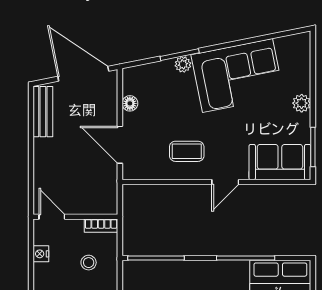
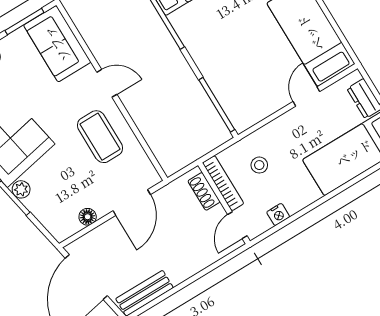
coffee table: (187, 151) -> (100, 137), width x1.36, depth x1.30
shoe rack: (94, 207) -> (204, 191), added
bookcase: (101, 226) -> (223, 183), width x1.56

